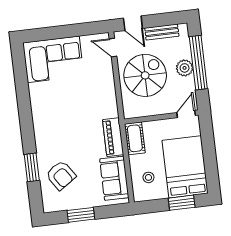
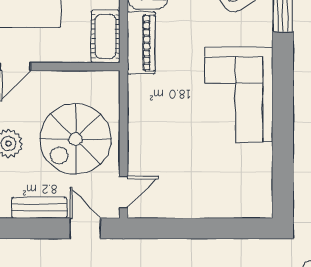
door: (113, 48) -> (124, 192), hinge flipped
corner sofa: (53, 59) -> (239, 95), moved, turned -90

